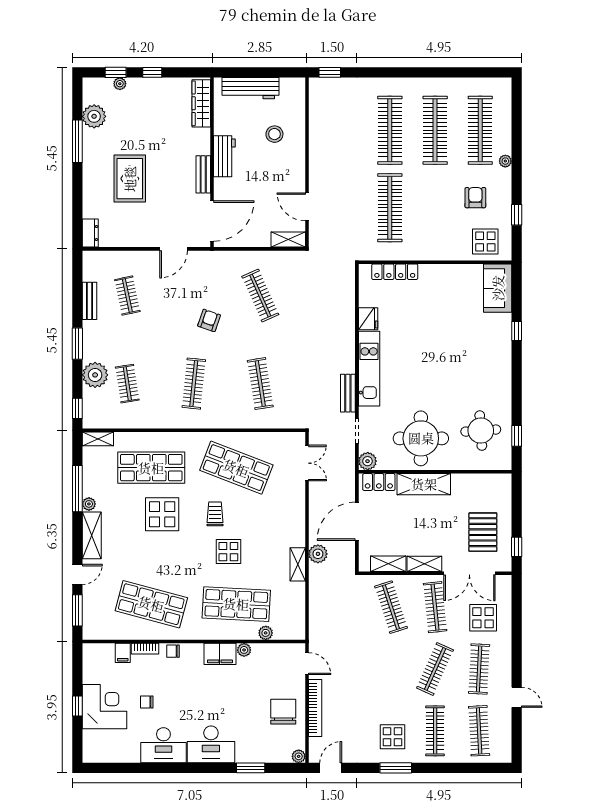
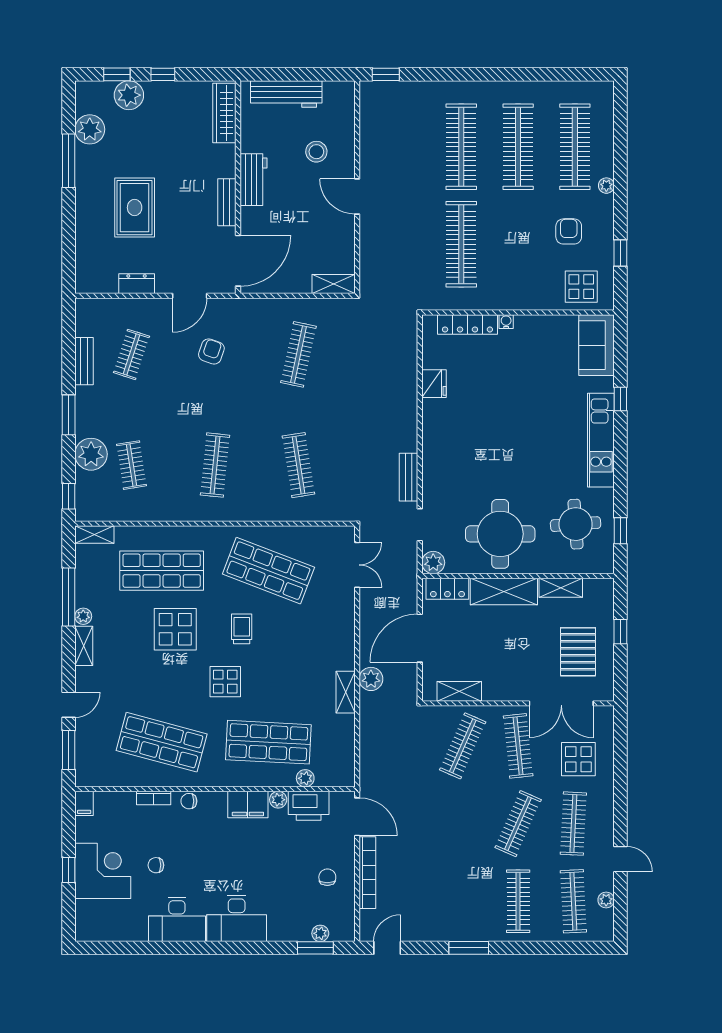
plant: (120, 84) -> (129, 95), width x1.87, depth x1.87
door: (307, 207) -> (357, 197), moved
dresser: (90, 233) -> (137, 284), moved, turned -90
water cooler: (425, 269) -> (506, 322), added
clothes rail: (127, 296) -> (131, 354), turned 30
clothes rail: (260, 296) -> (298, 354), turned 36
armchair: (209, 320) -> (211, 351), moved
kitchen unit: (369, 369) -> (601, 440), moved, turned 180
shelving: (92, 535) -> (84, 646), width x0.67, depth x0.75
window: (517, 547) -> (620, 632), moved
display table: (228, 552) -> (225, 682), moved
shelving: (424, 564) -> (561, 588), moved
clothes rail: (391, 607) -> (463, 746), turned 42
filing cabinet: (123, 653) -> (84, 803), moved
printer: (268, 655) -> (309, 806), added
door: (307, 664) -> (357, 817), width x1.38
chair: (283, 712) -> (327, 877), width x0.54, depth x0.54
plant: (505, 730) -> (606, 900), added
display table: (393, 737) -> (465, 909), removed
plant: (299, 756) -> (320, 933), moved
window: (251, 768) -> (315, 948), moved

